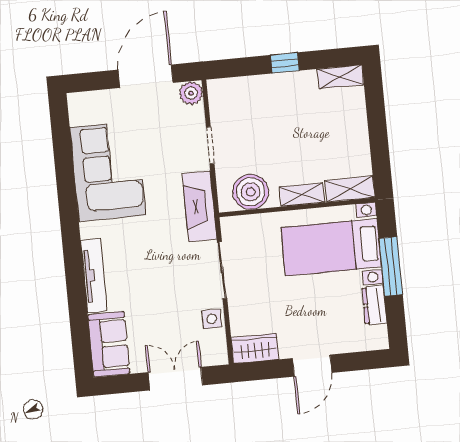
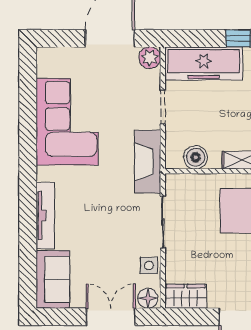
freezer: (250, 94) -> (204, 63), added
boiler: (251, 192) -> (196, 157), width x0.73, depth x0.73
floor lamp: (214, 355) -> (148, 298), added

